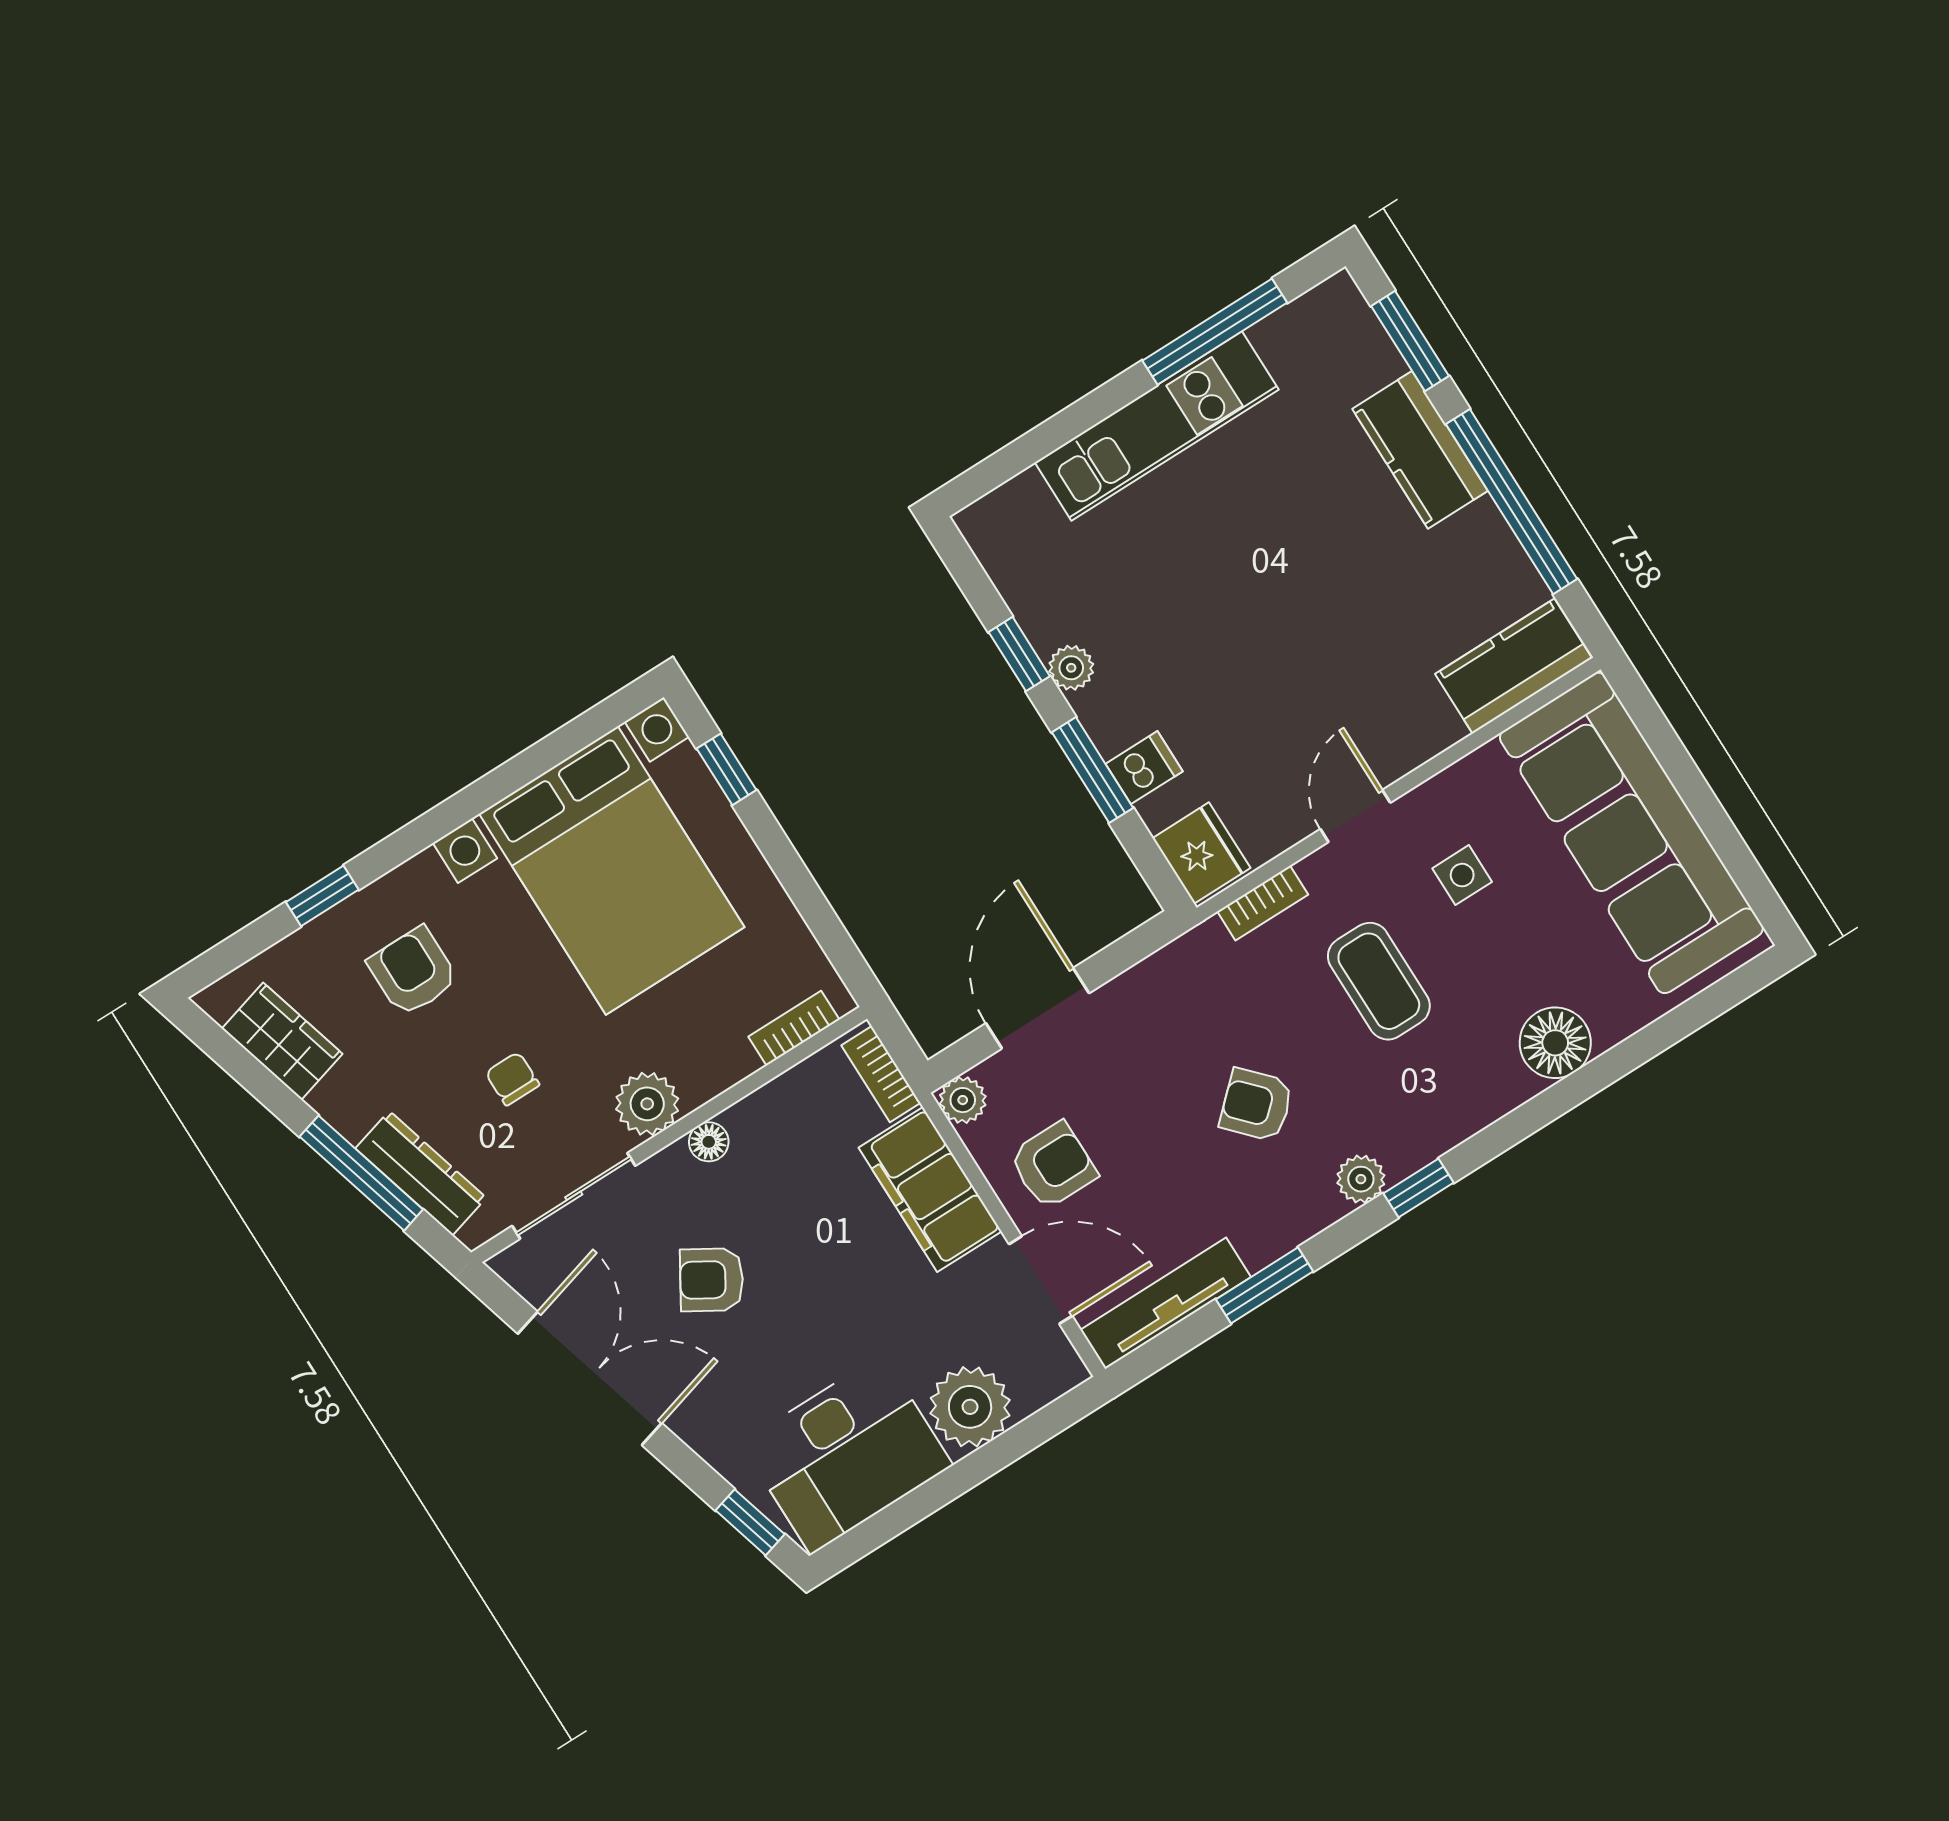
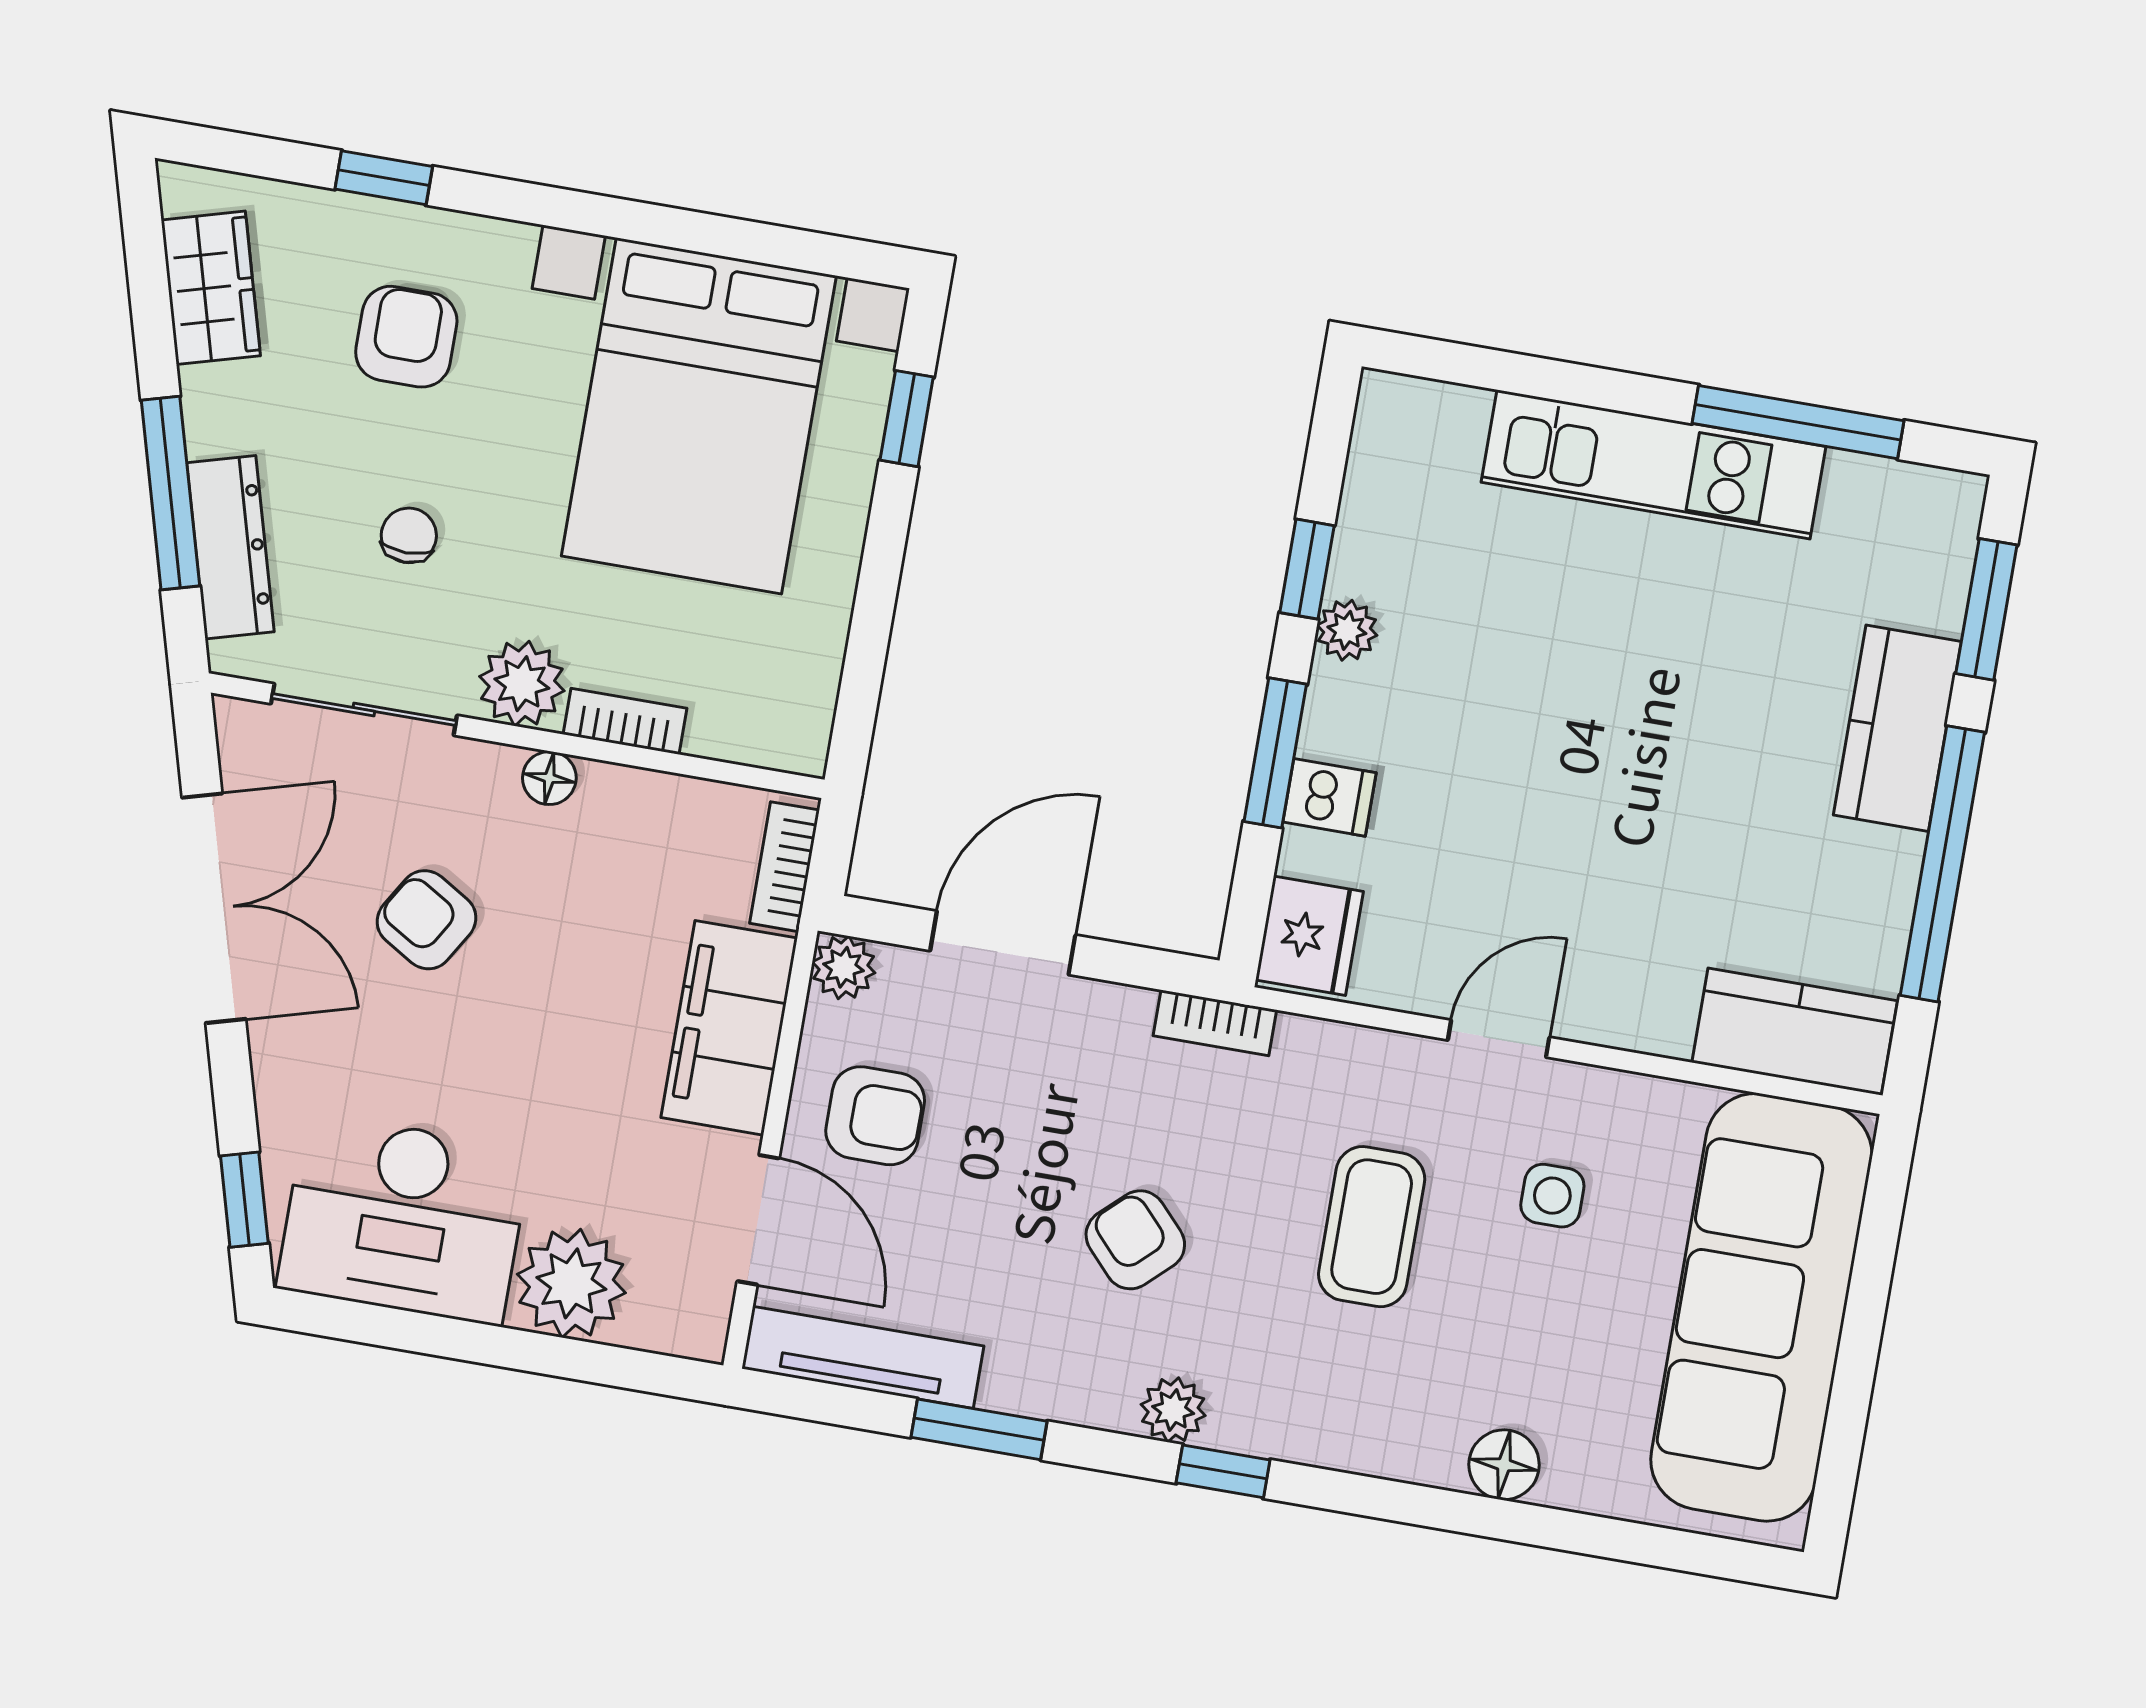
bookcase: (1263, 903) -> (1215, 1023), moved
bookcase: (794, 1028) -> (625, 721), moved
floor lamp: (1555, 1043) -> (1504, 1465), width x0.73, depth x0.73

